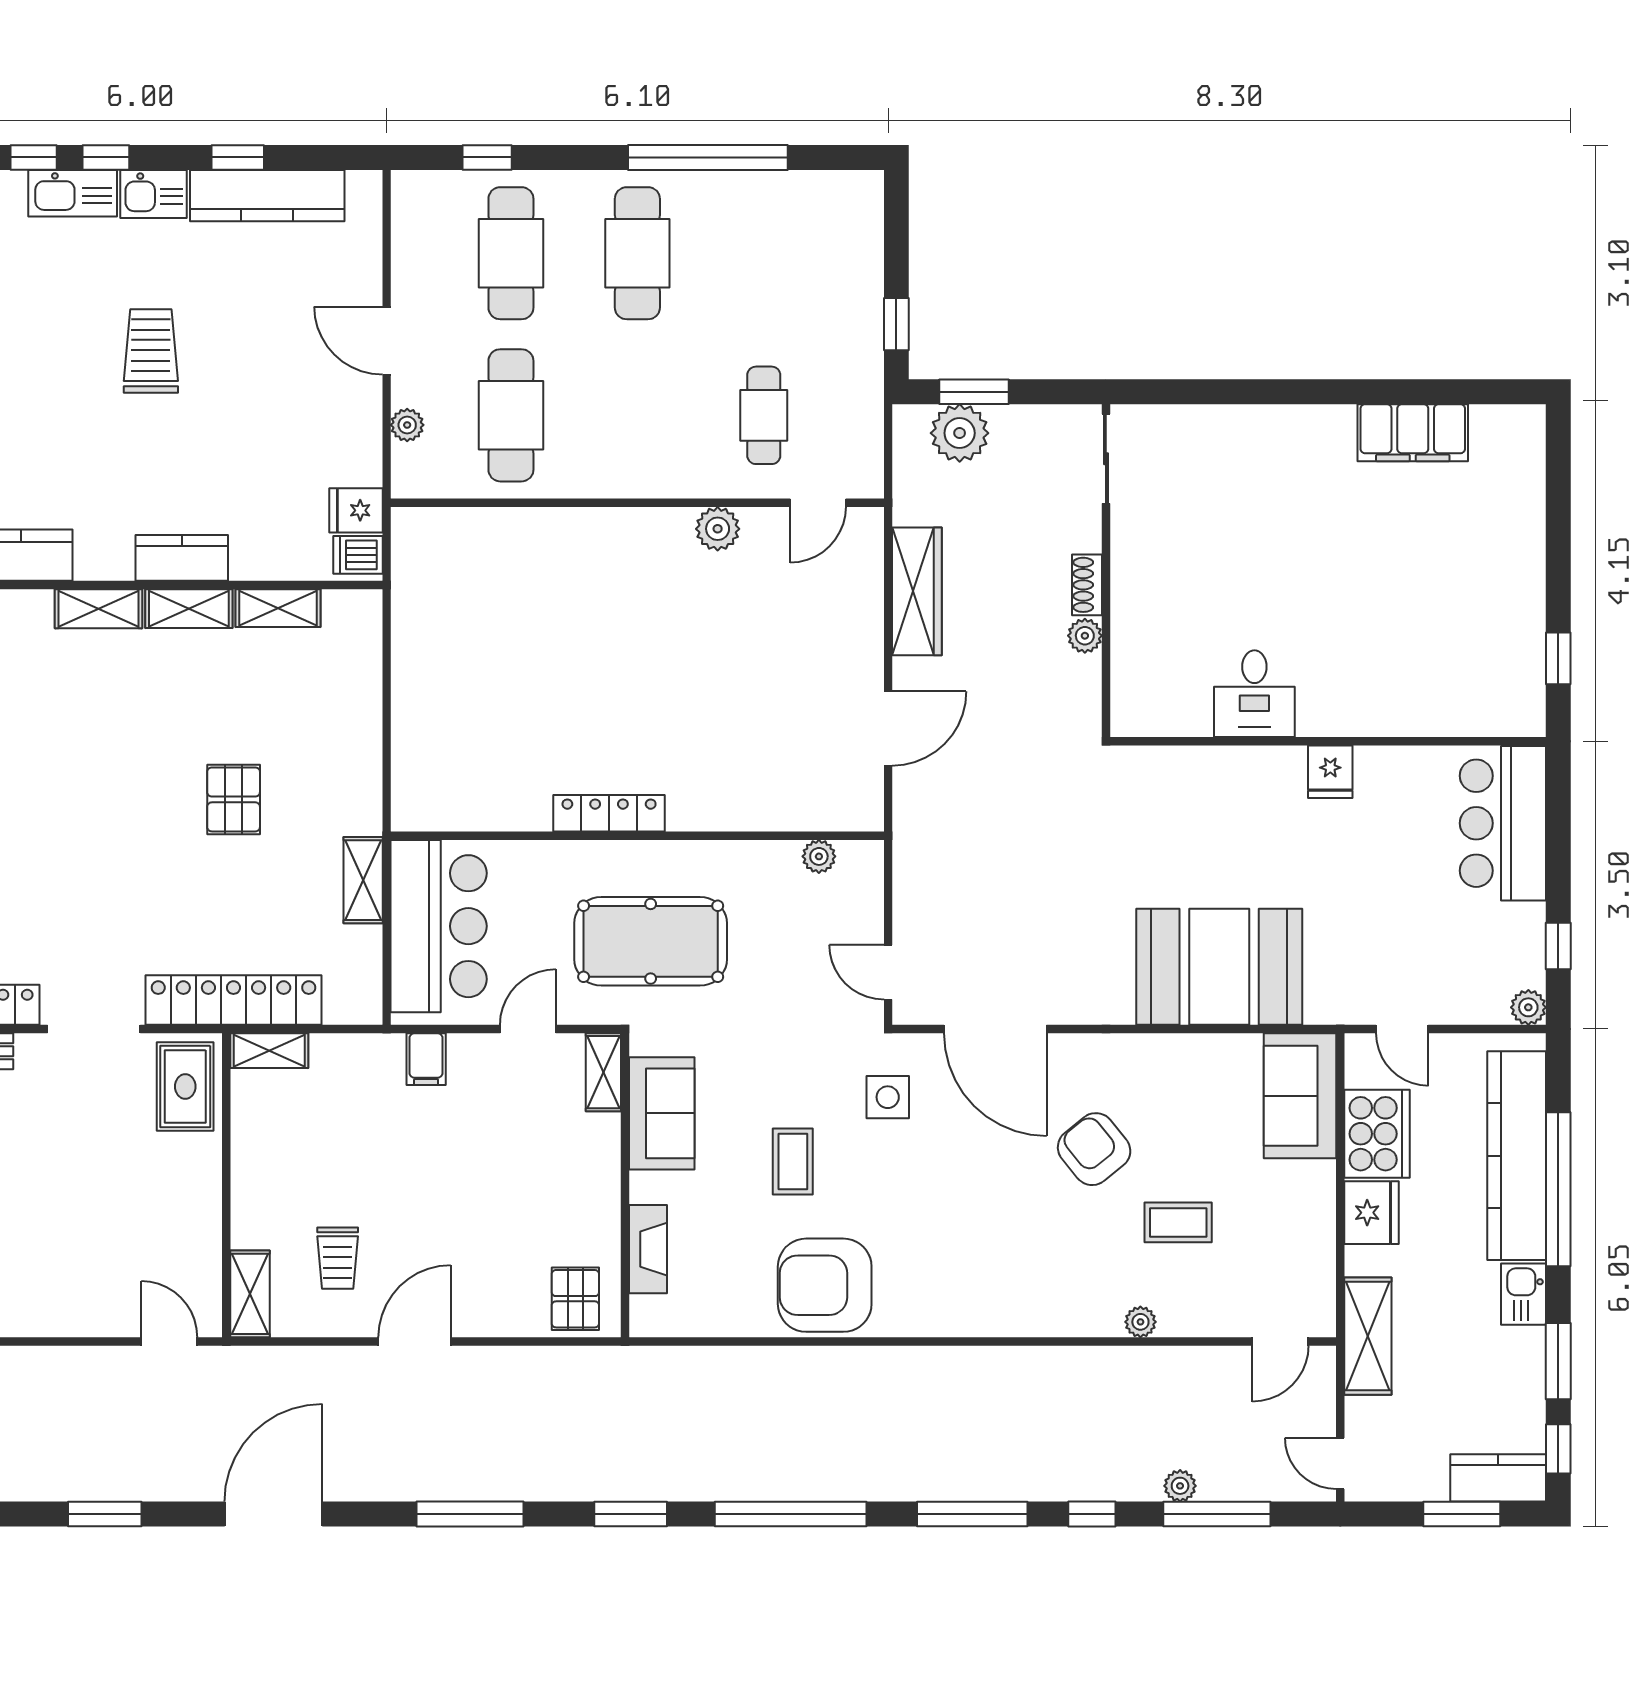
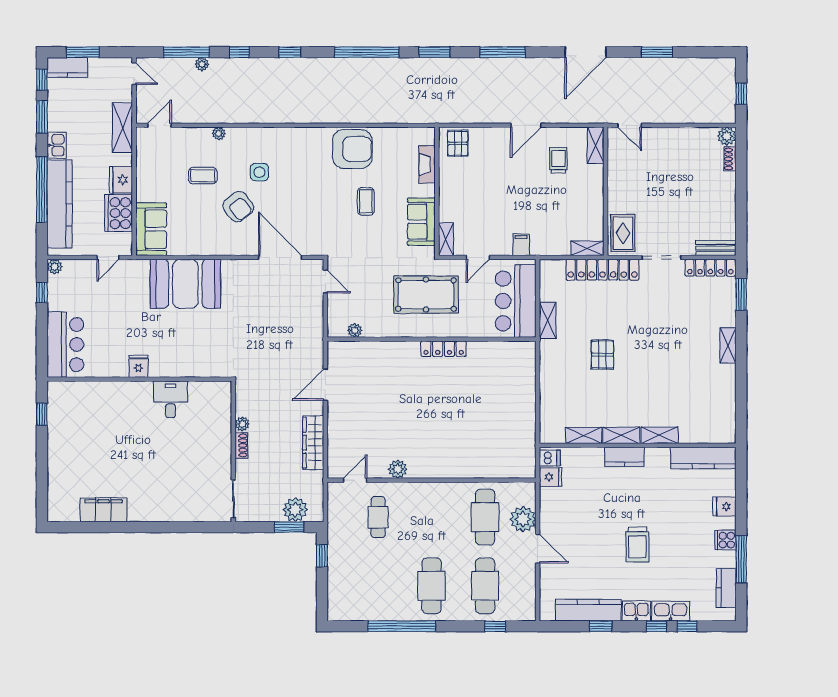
plant: (407, 425) -> (523, 519), width x1.88, depth x1.88
door: (1402, 1029) -> (108, 257), swing flipped
side table: (888, 1097) -> (259, 172), moved
window: (972, 1514) -> (290, 52), width x0.46

